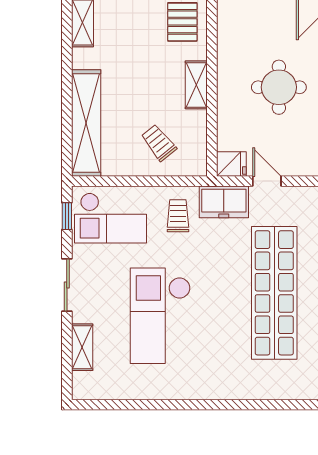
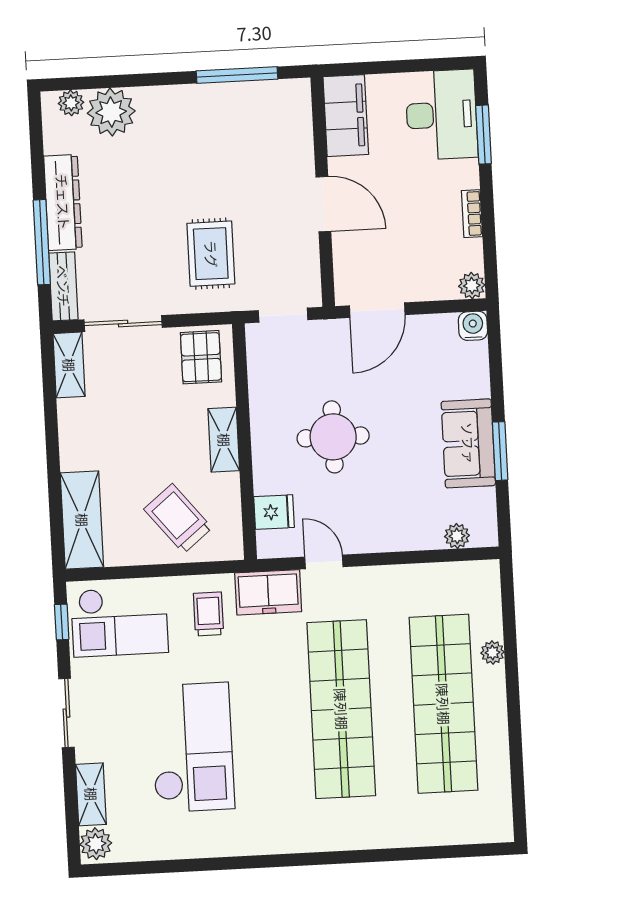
shelving: (86, 123) -> (82, 520), width x0.68
trolley: (159, 143) -> (178, 519), width x1.36, depth x1.39
fridge: (231, 164) -> (274, 512), moved
checkout: (160, 316) -> (192, 747), turned 180
plant: (84, 385) -> (96, 844), added

